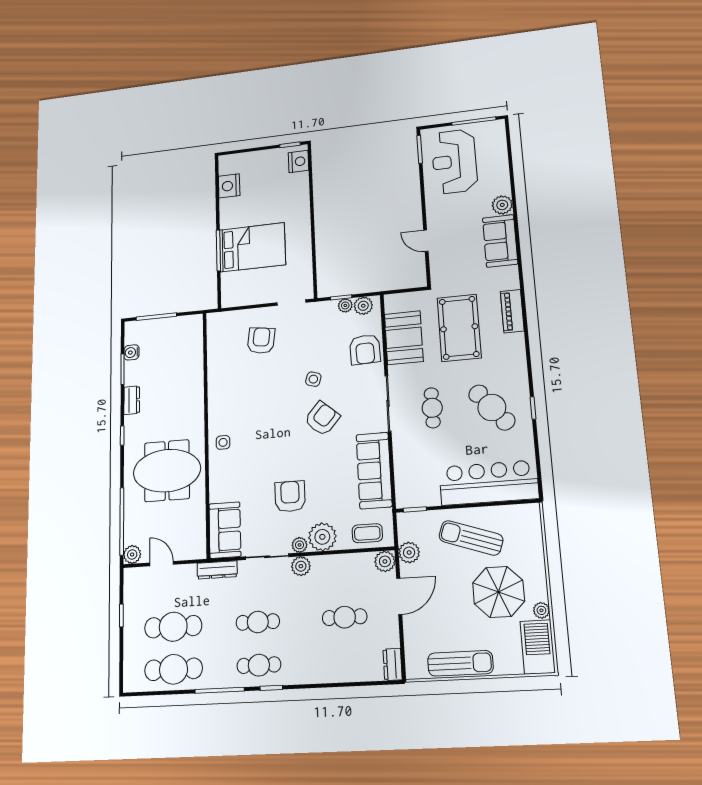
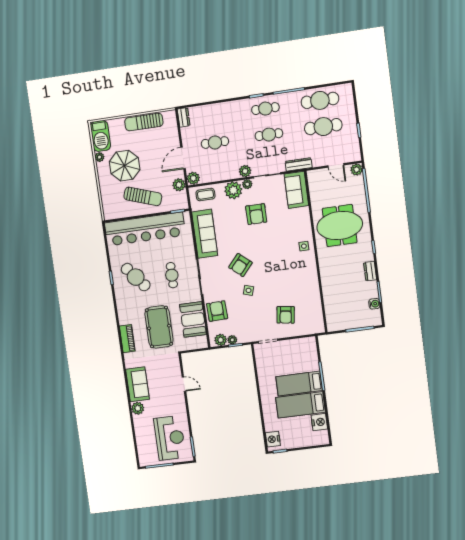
bed: (253, 210) -> (300, 405), added
bed: (252, 247) -> (299, 384), width x0.67
bar counter: (489, 483) -> (145, 229), width x1.36

